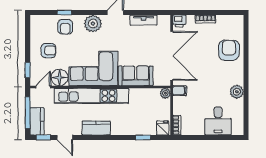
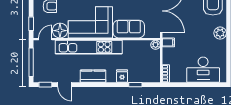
plant: (237, 92) -> (220, 33), moved
kitchen counter: (37, 121) -> (40, 70), removed
desk: (218, 121) -> (203, 70), width x1.37
fridge: (163, 128) -> (122, 76), moved

